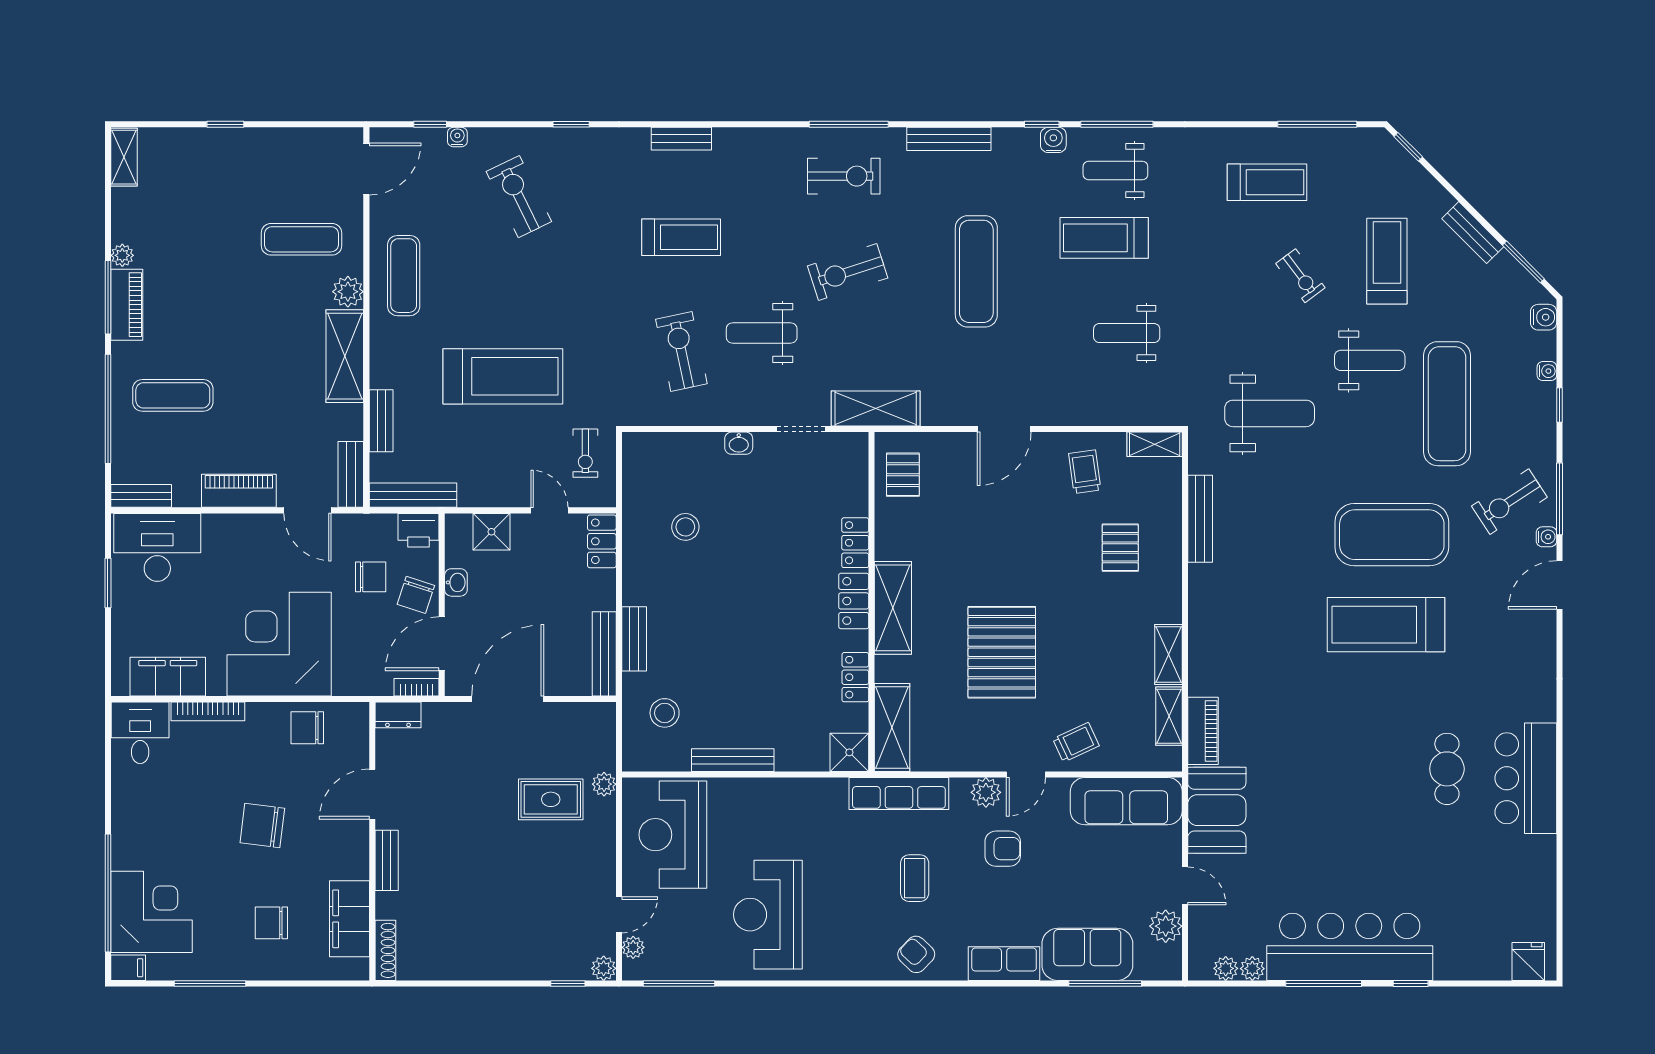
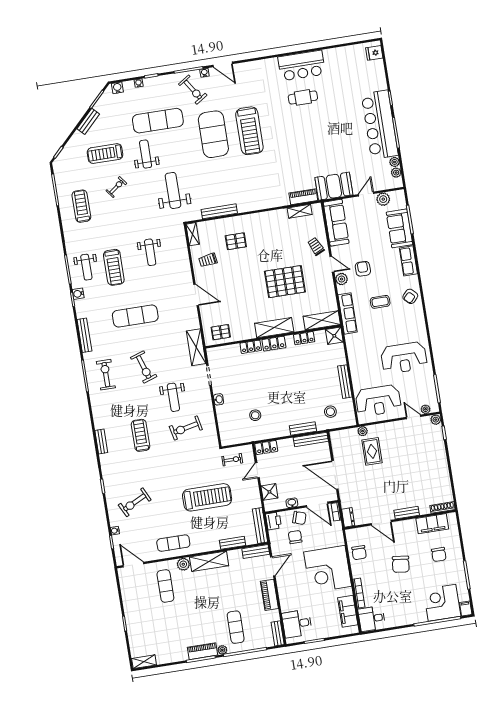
plant: (122, 255) -> (222, 650), moved
treadmill: (503, 376) -> (207, 497), turned 90
desk: (157, 547) -> (297, 624), width x0.73
shelving: (1169, 655) -> (275, 215), removed

